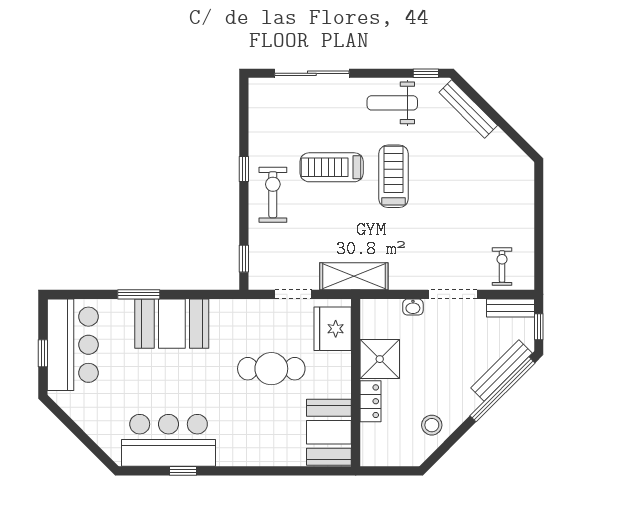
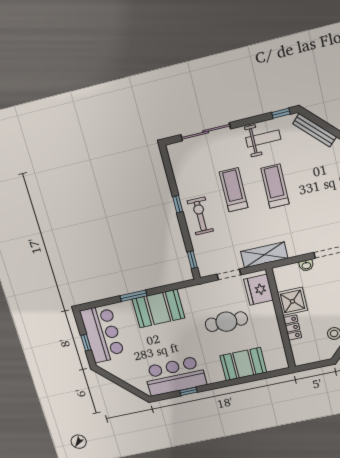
weight bench: (392, 103) -> (263, 138), turned 180
treadmill: (332, 167) -> (234, 190), turned 90
booth: (329, 432) -> (243, 364), moved, turned 90

